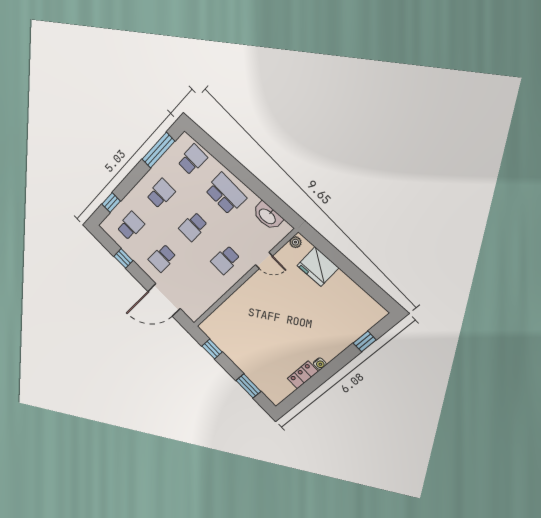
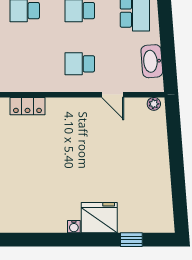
fridge: (318, 267) -> (99, 218), moved, turned 94
locker: (303, 375) -> (27, 106), moved, turned 180

